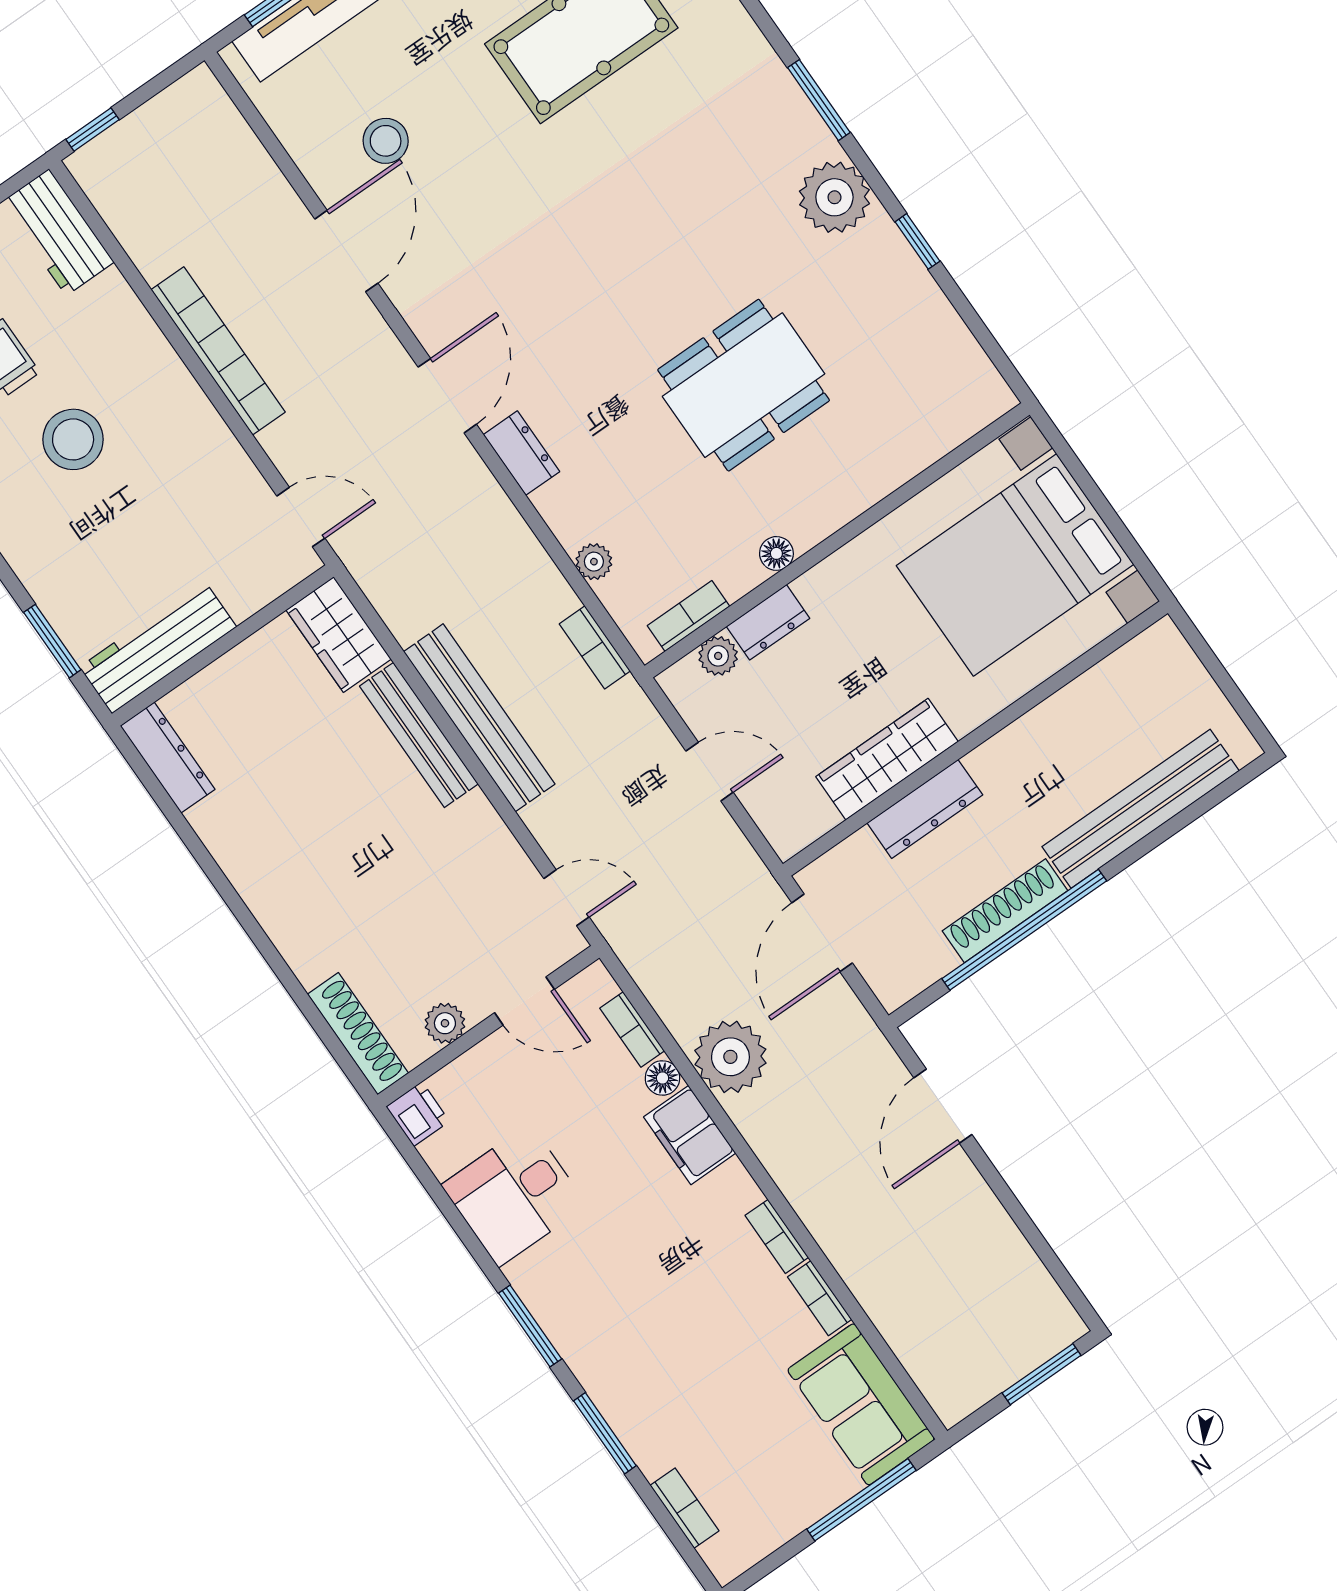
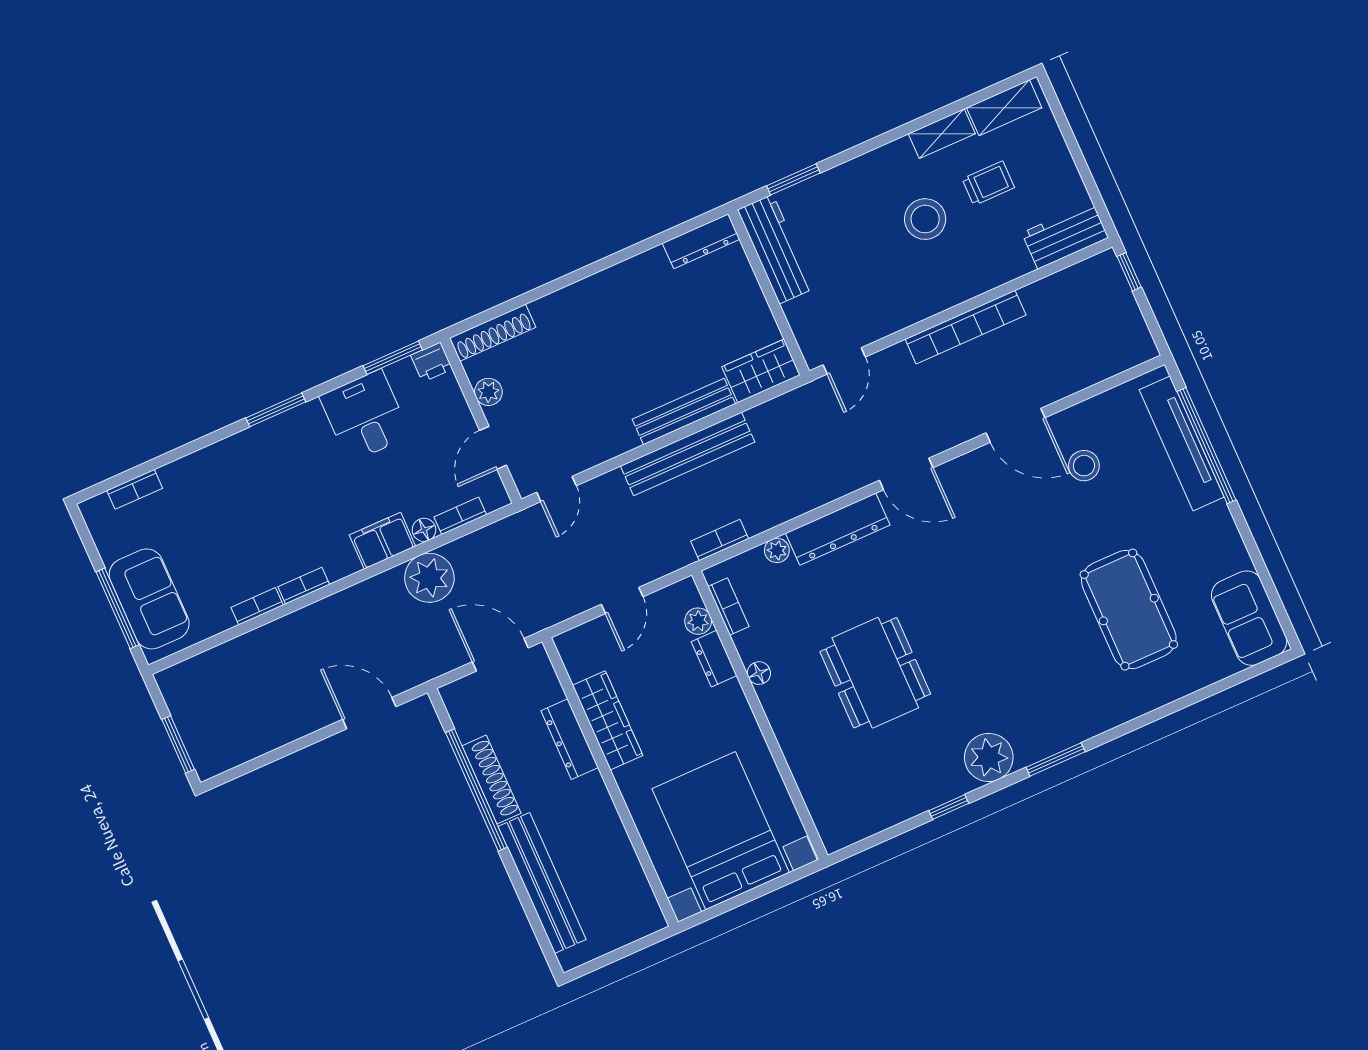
dresser: (521, 453) -> (838, 529), width x1.96, depth x1.24
sofa: (861, 1404) -> (149, 599), moved, turned 90
window: (605, 1433) -> (393, 358), moved

